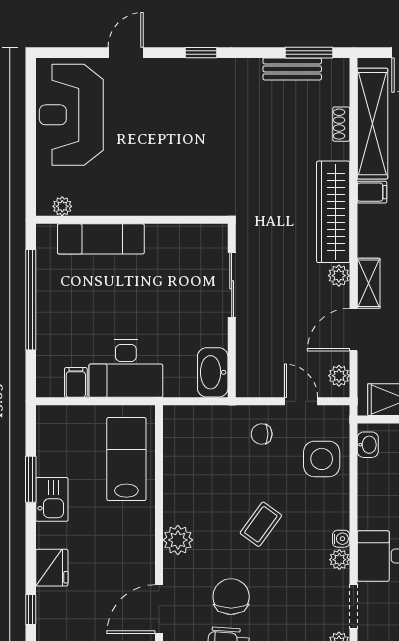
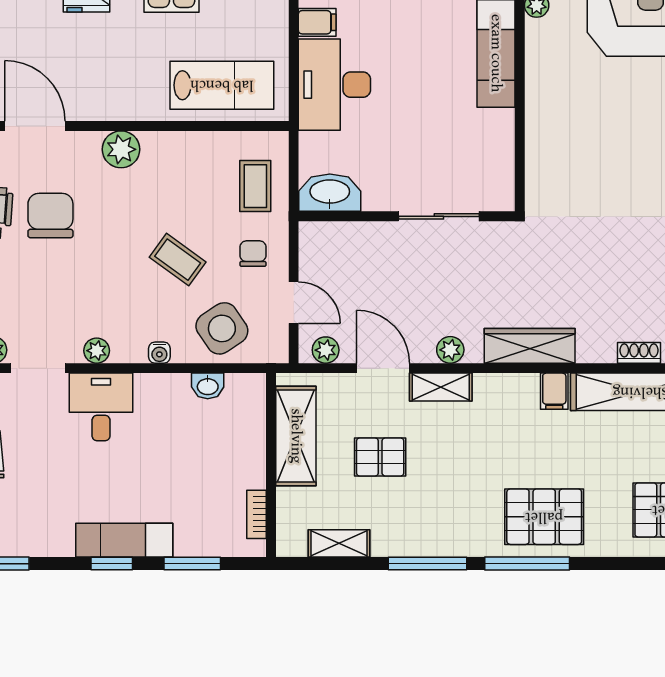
wardrobe: (333, 212) -> (530, 346), width x0.71, depth x0.85
door: (301, 401) -> (294, 303), hinge flipped
coffee table: (207, 432) -> (255, 186), added
washbasin: (368, 445) -> (208, 386), moved
side table: (322, 459) -> (222, 328), turned -34
coffee table: (261, 524) -> (178, 260), moved
water cooler: (341, 539) -> (159, 353), moved
chair: (231, 597) -> (50, 216), turned -90

